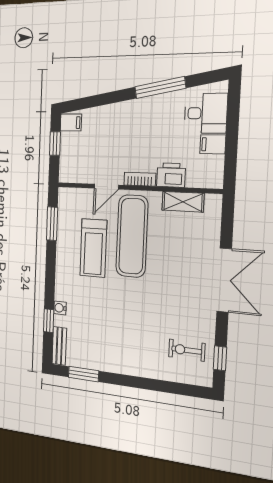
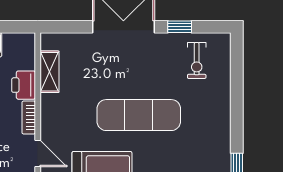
exercise mat: (132, 236) -> (139, 115), moved
window: (220, 358) -> (180, 27), moved

